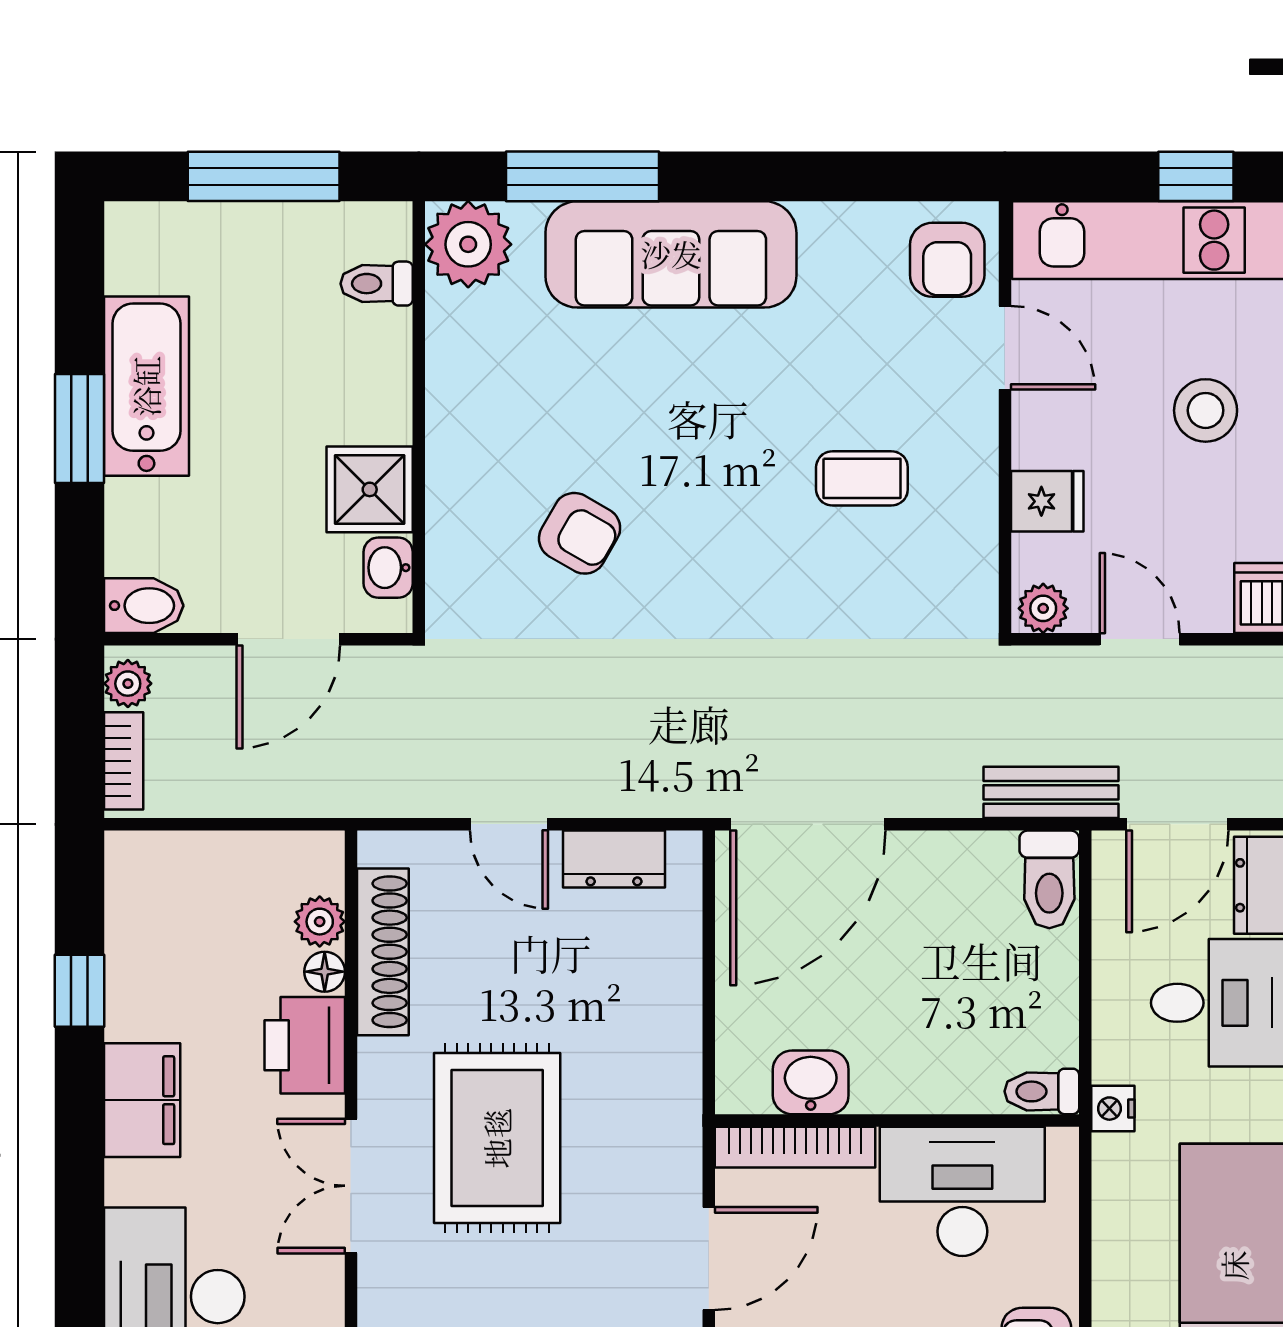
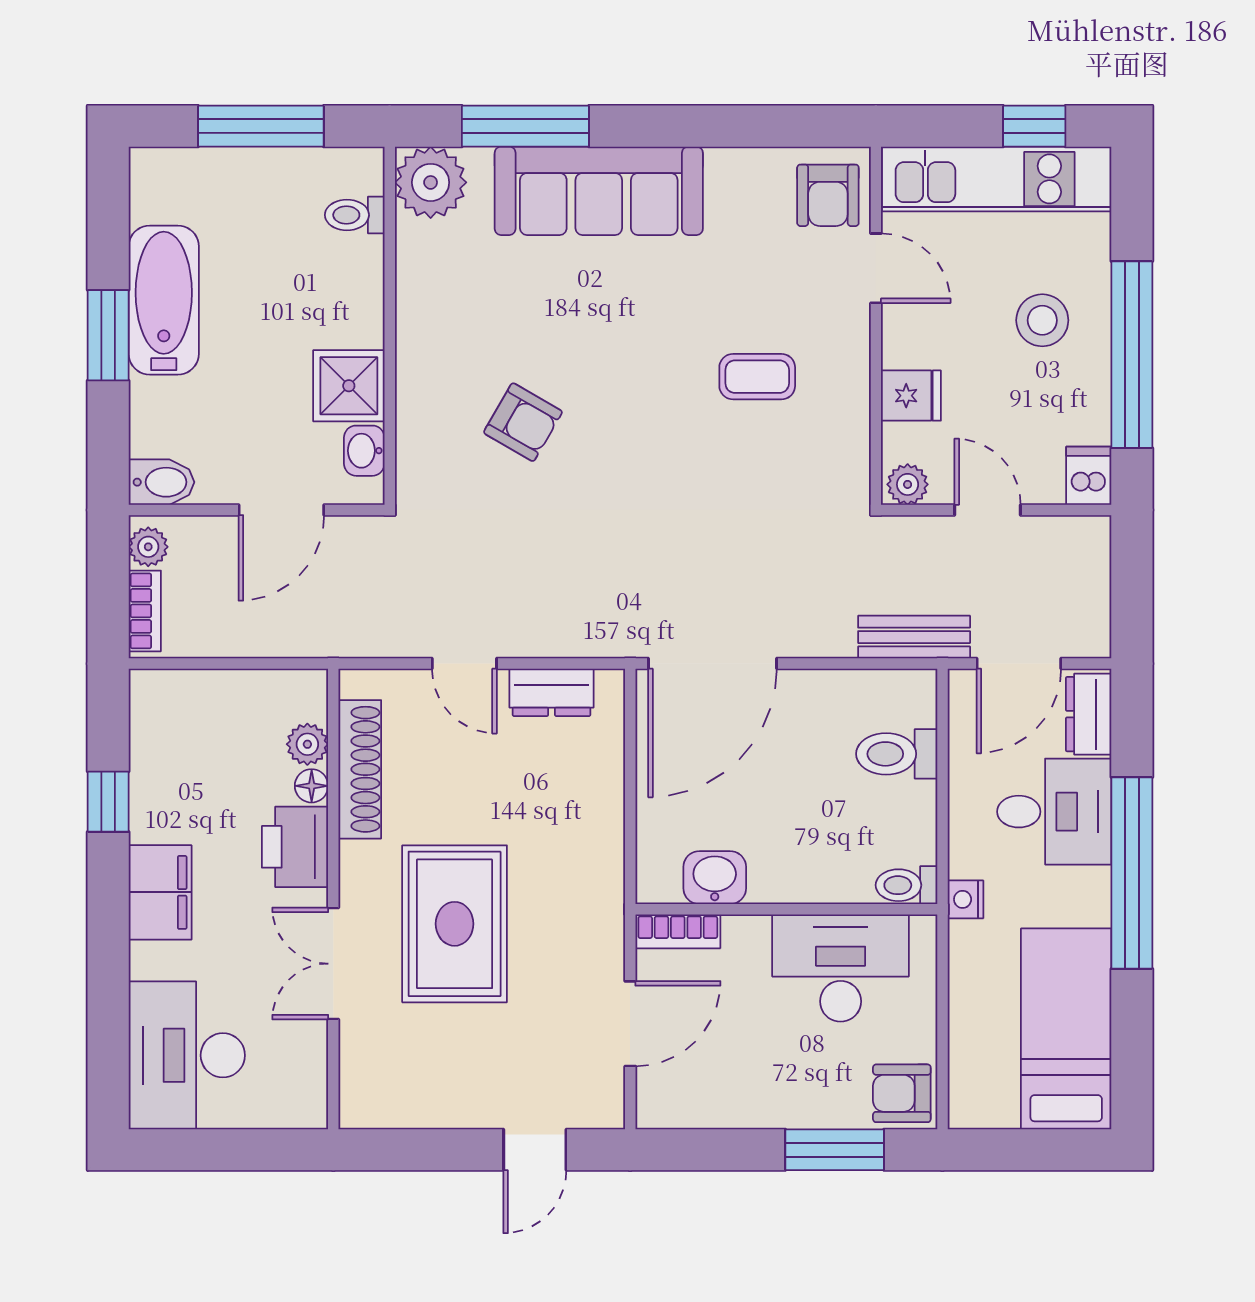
toilet: (1049, 879) -> (897, 754), moved, turned 90
bookcase: (795, 1147) -> (678, 931), width x0.64

